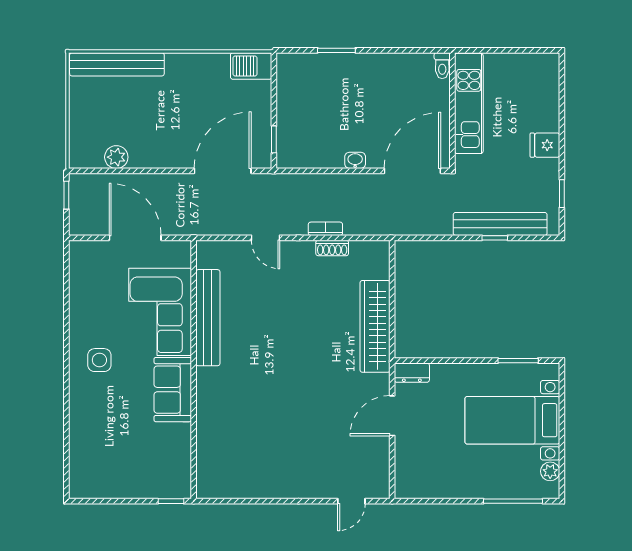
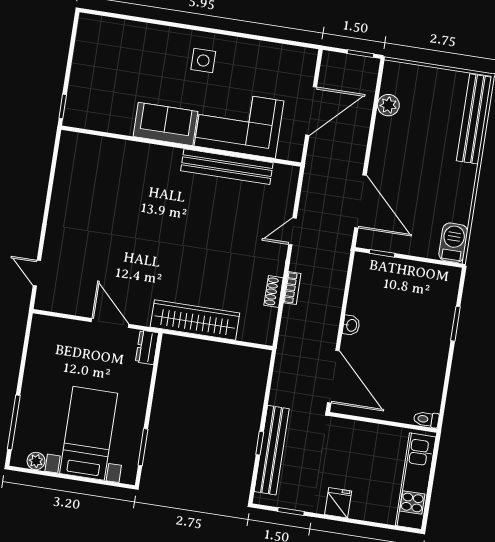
kitchen unit: (469, 103) -> (416, 481), moved, turned 90

